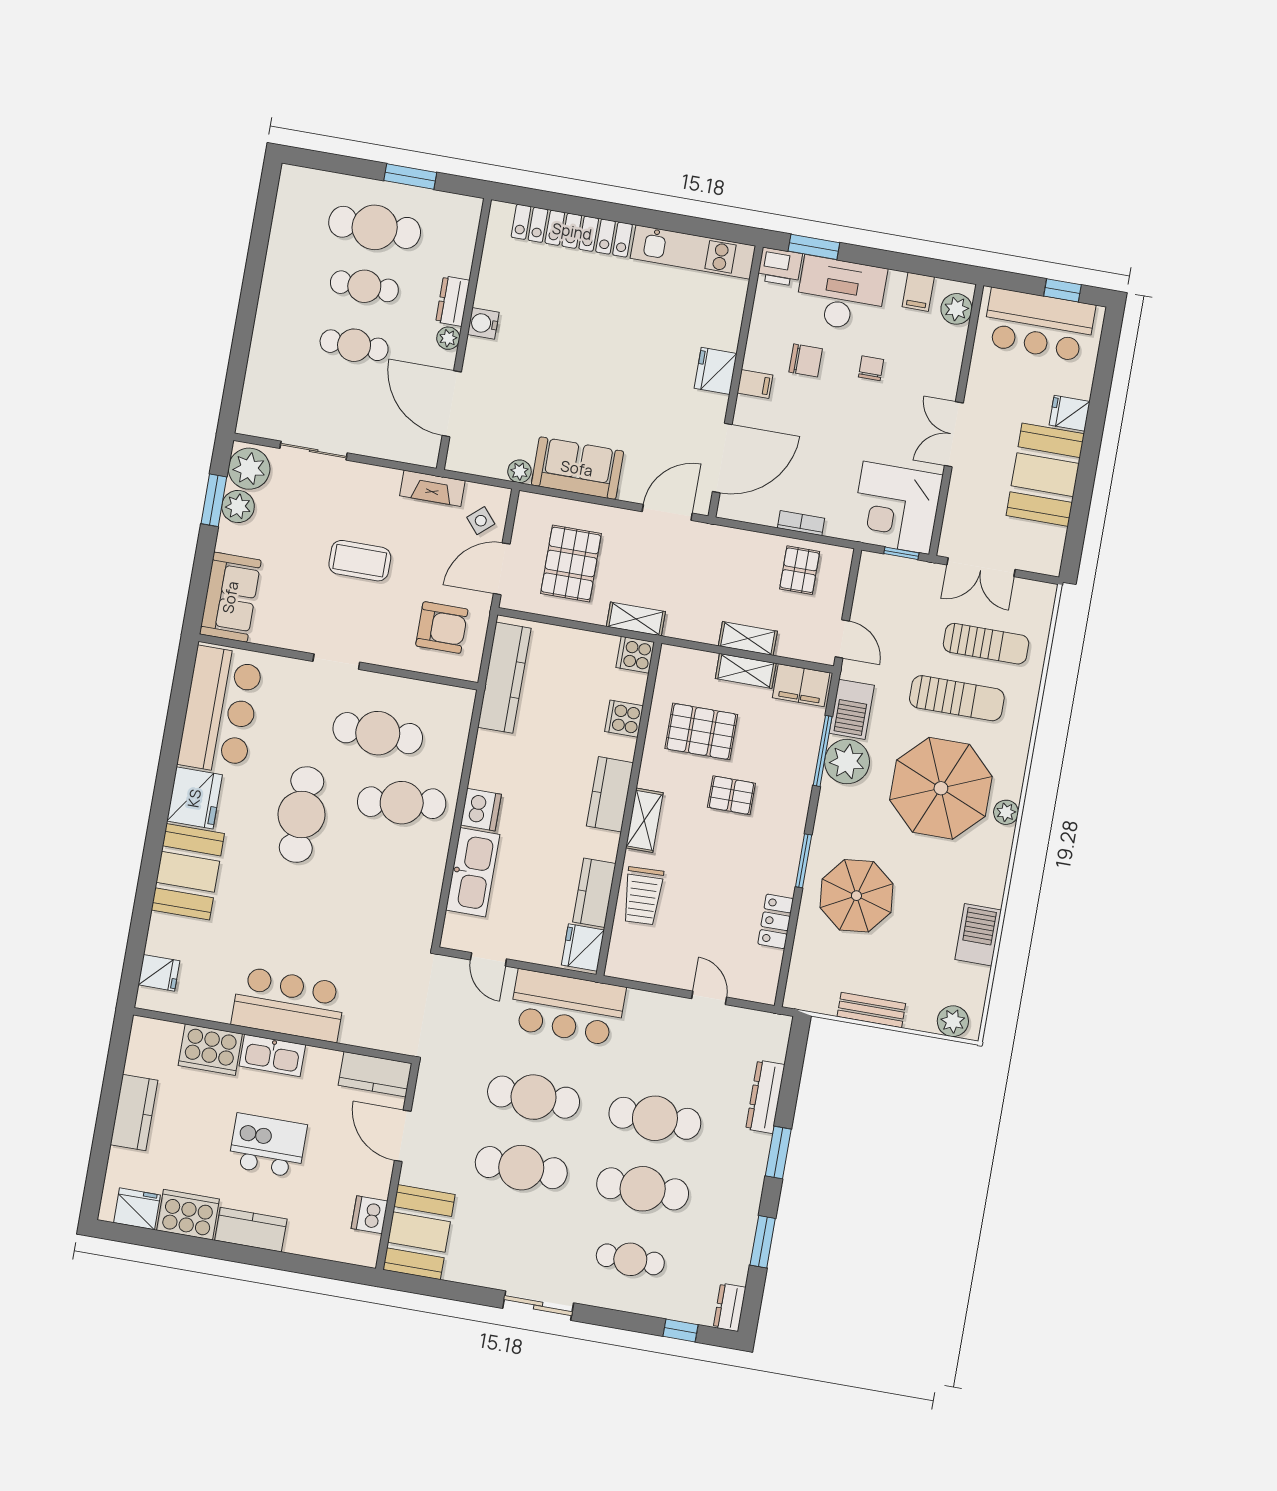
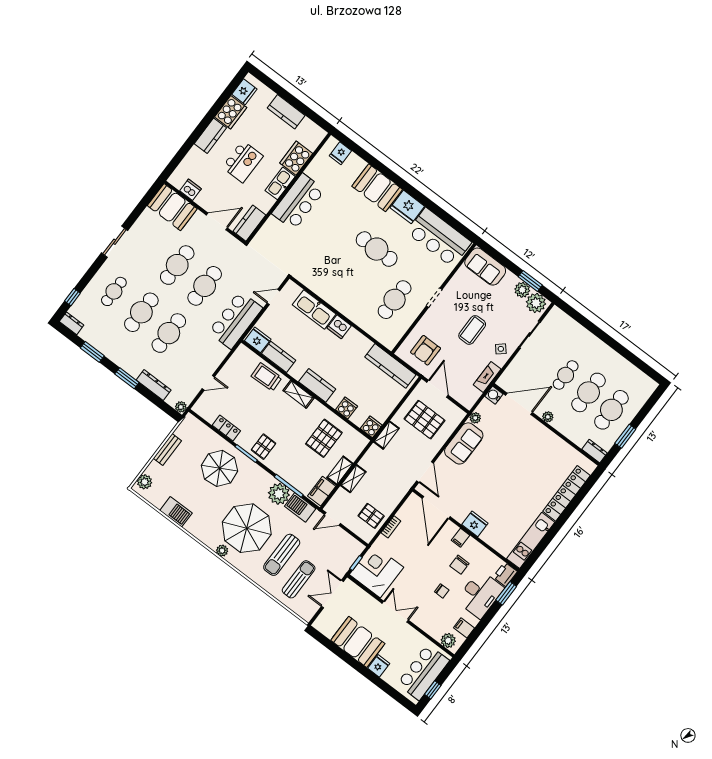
cafe table: (364, 286) -> (588, 392), width x1.37, depth x1.35
dresser: (453, 301) -> (595, 451), moved
water cooler: (483, 323) -> (494, 395), moved, turned -90
side table: (481, 521) -> (501, 349), moved
sun lounger: (986, 644) -> (299, 579), turned 180
pallet: (731, 795) -> (263, 447), moved
cafe table: (402, 803) -> (360, 294), removed
plant: (780, 1026) -> (181, 407), added

